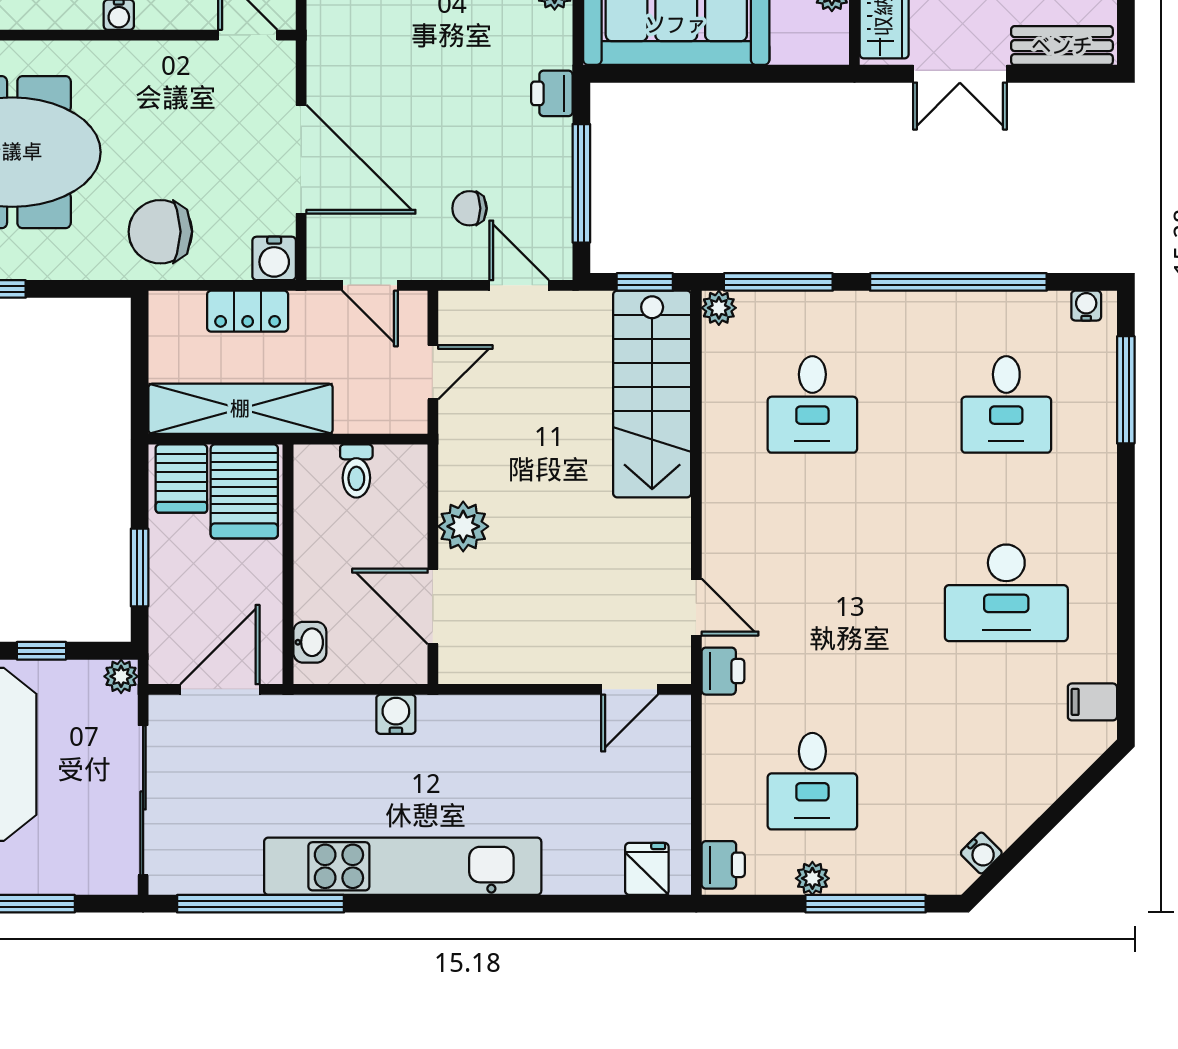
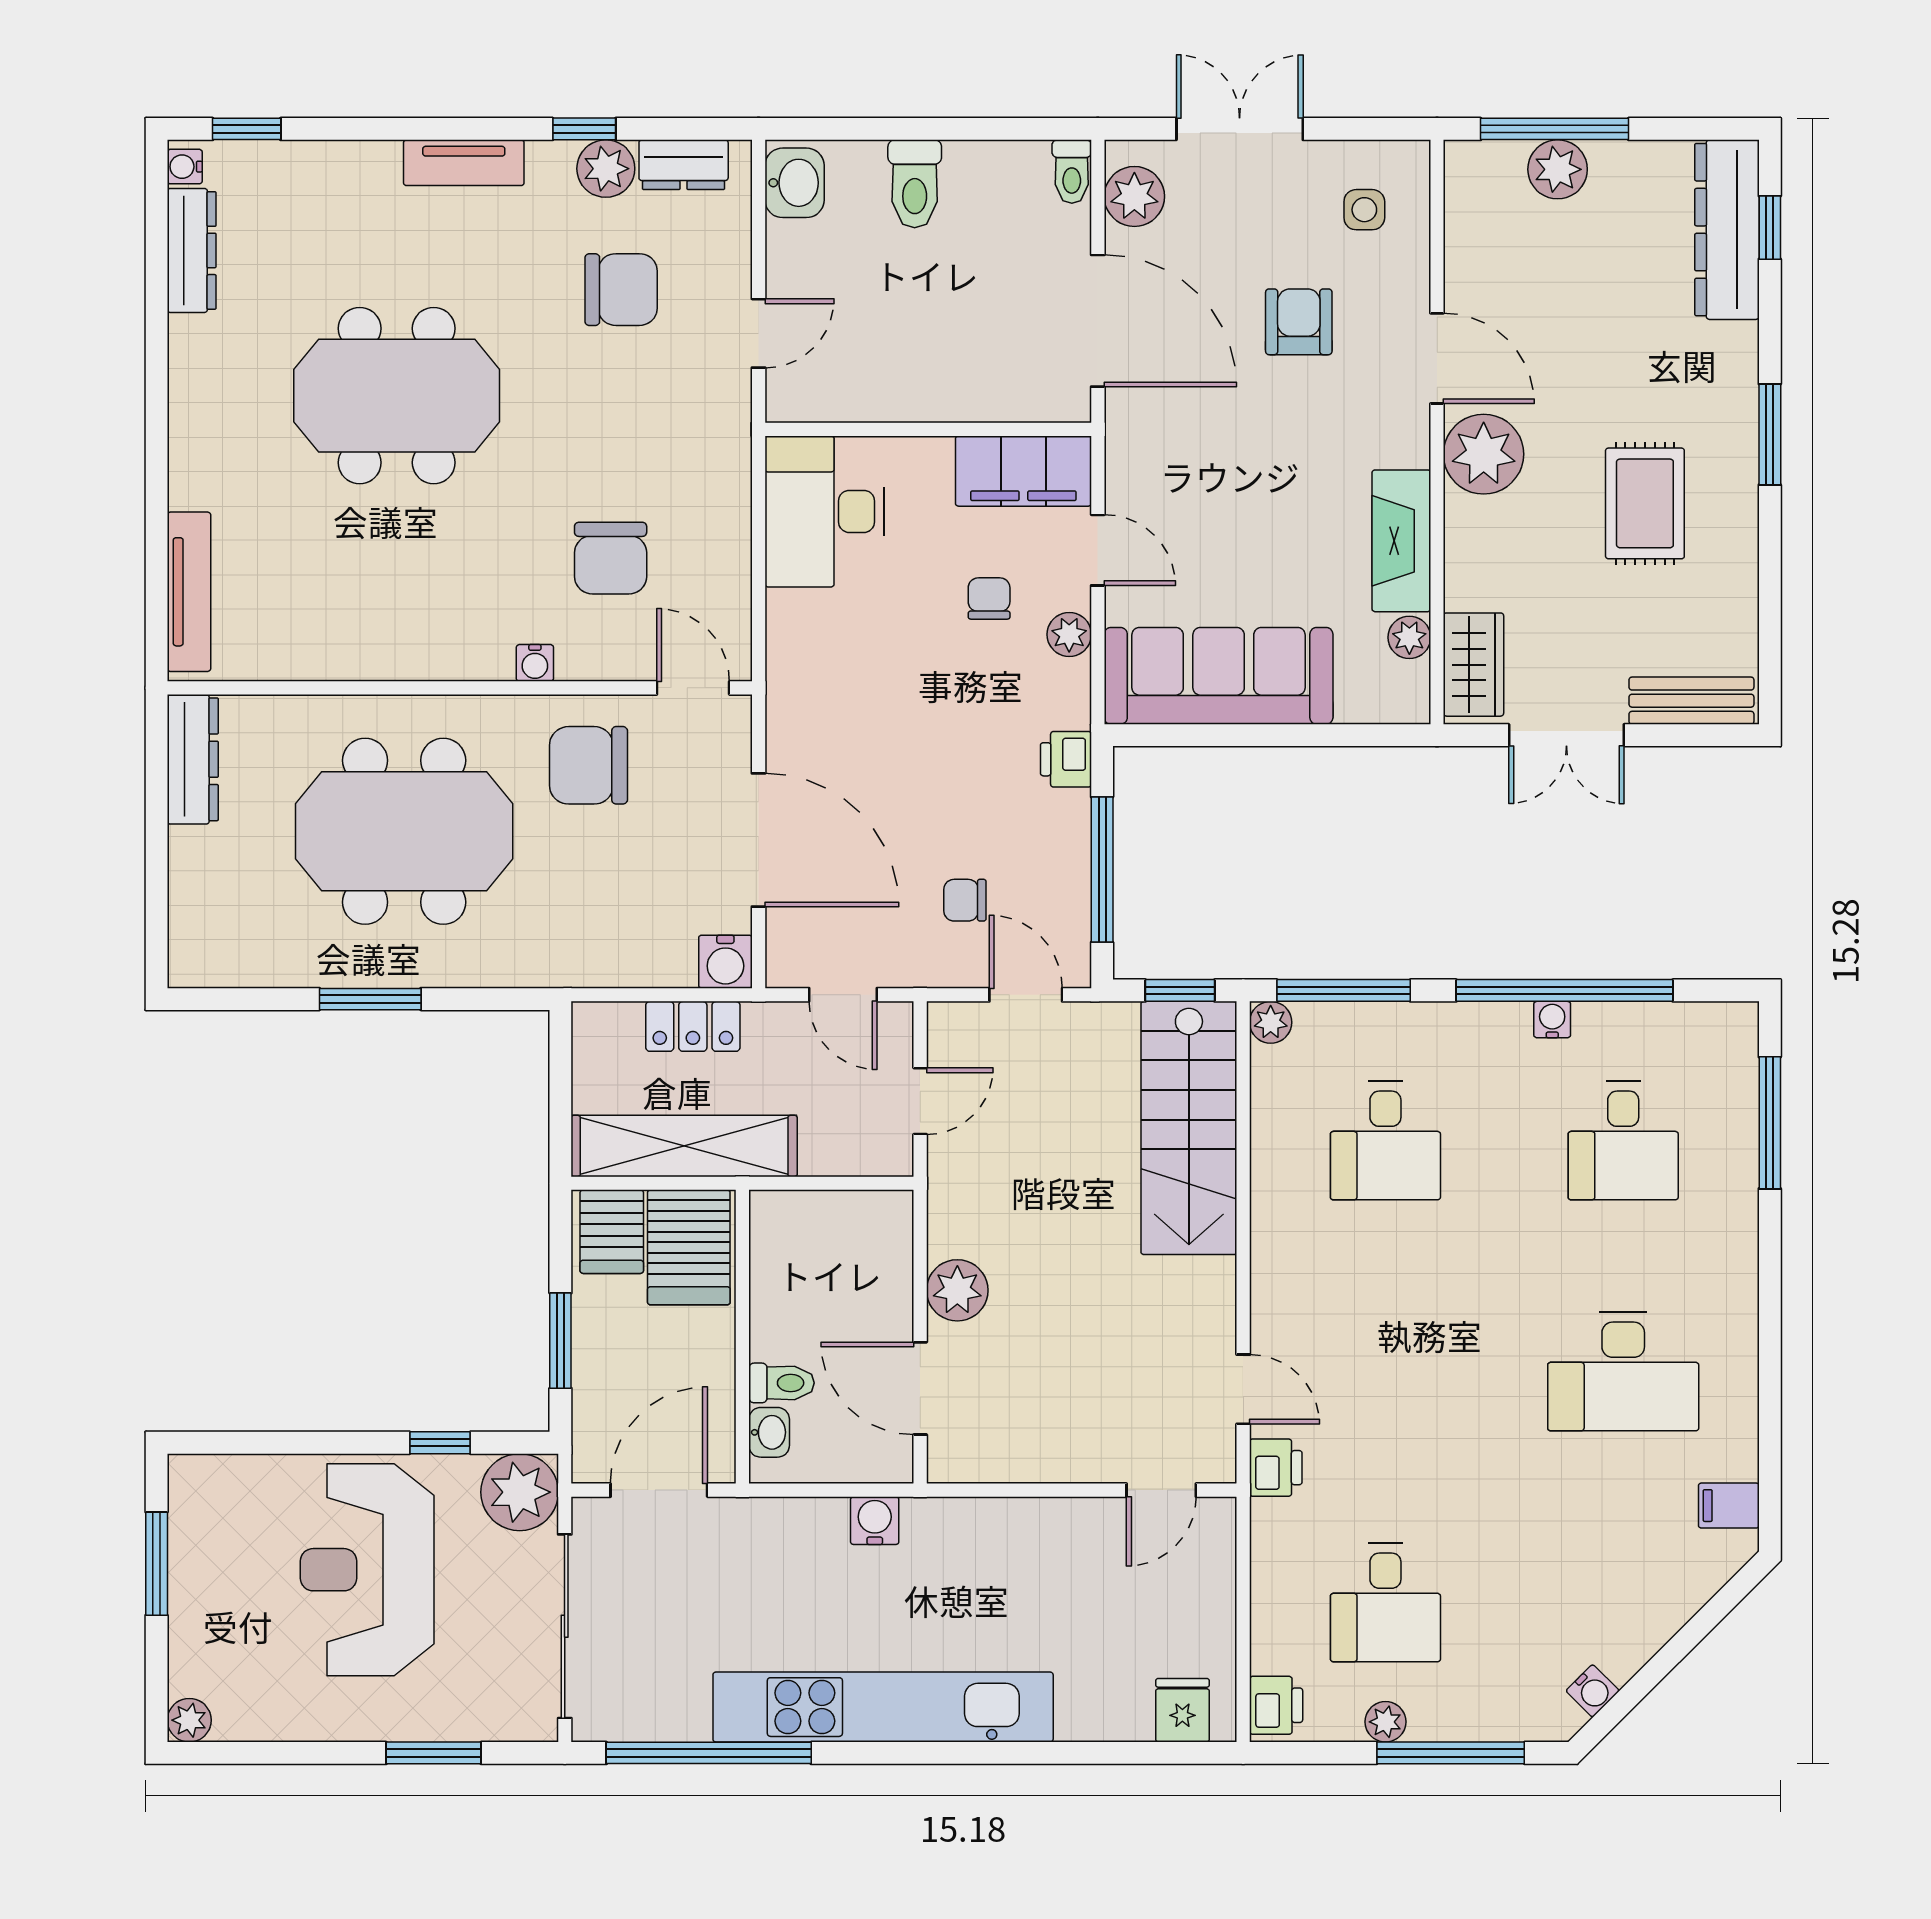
chair: (160, 232) -> (588, 765), moved
water cooler: (1086, 306) -> (1552, 1020), moved
toilet: (356, 471) -> (781, 1383), moved, turned -90
plant: (121, 676) -> (520, 1492), width x1.88, depth x1.88

